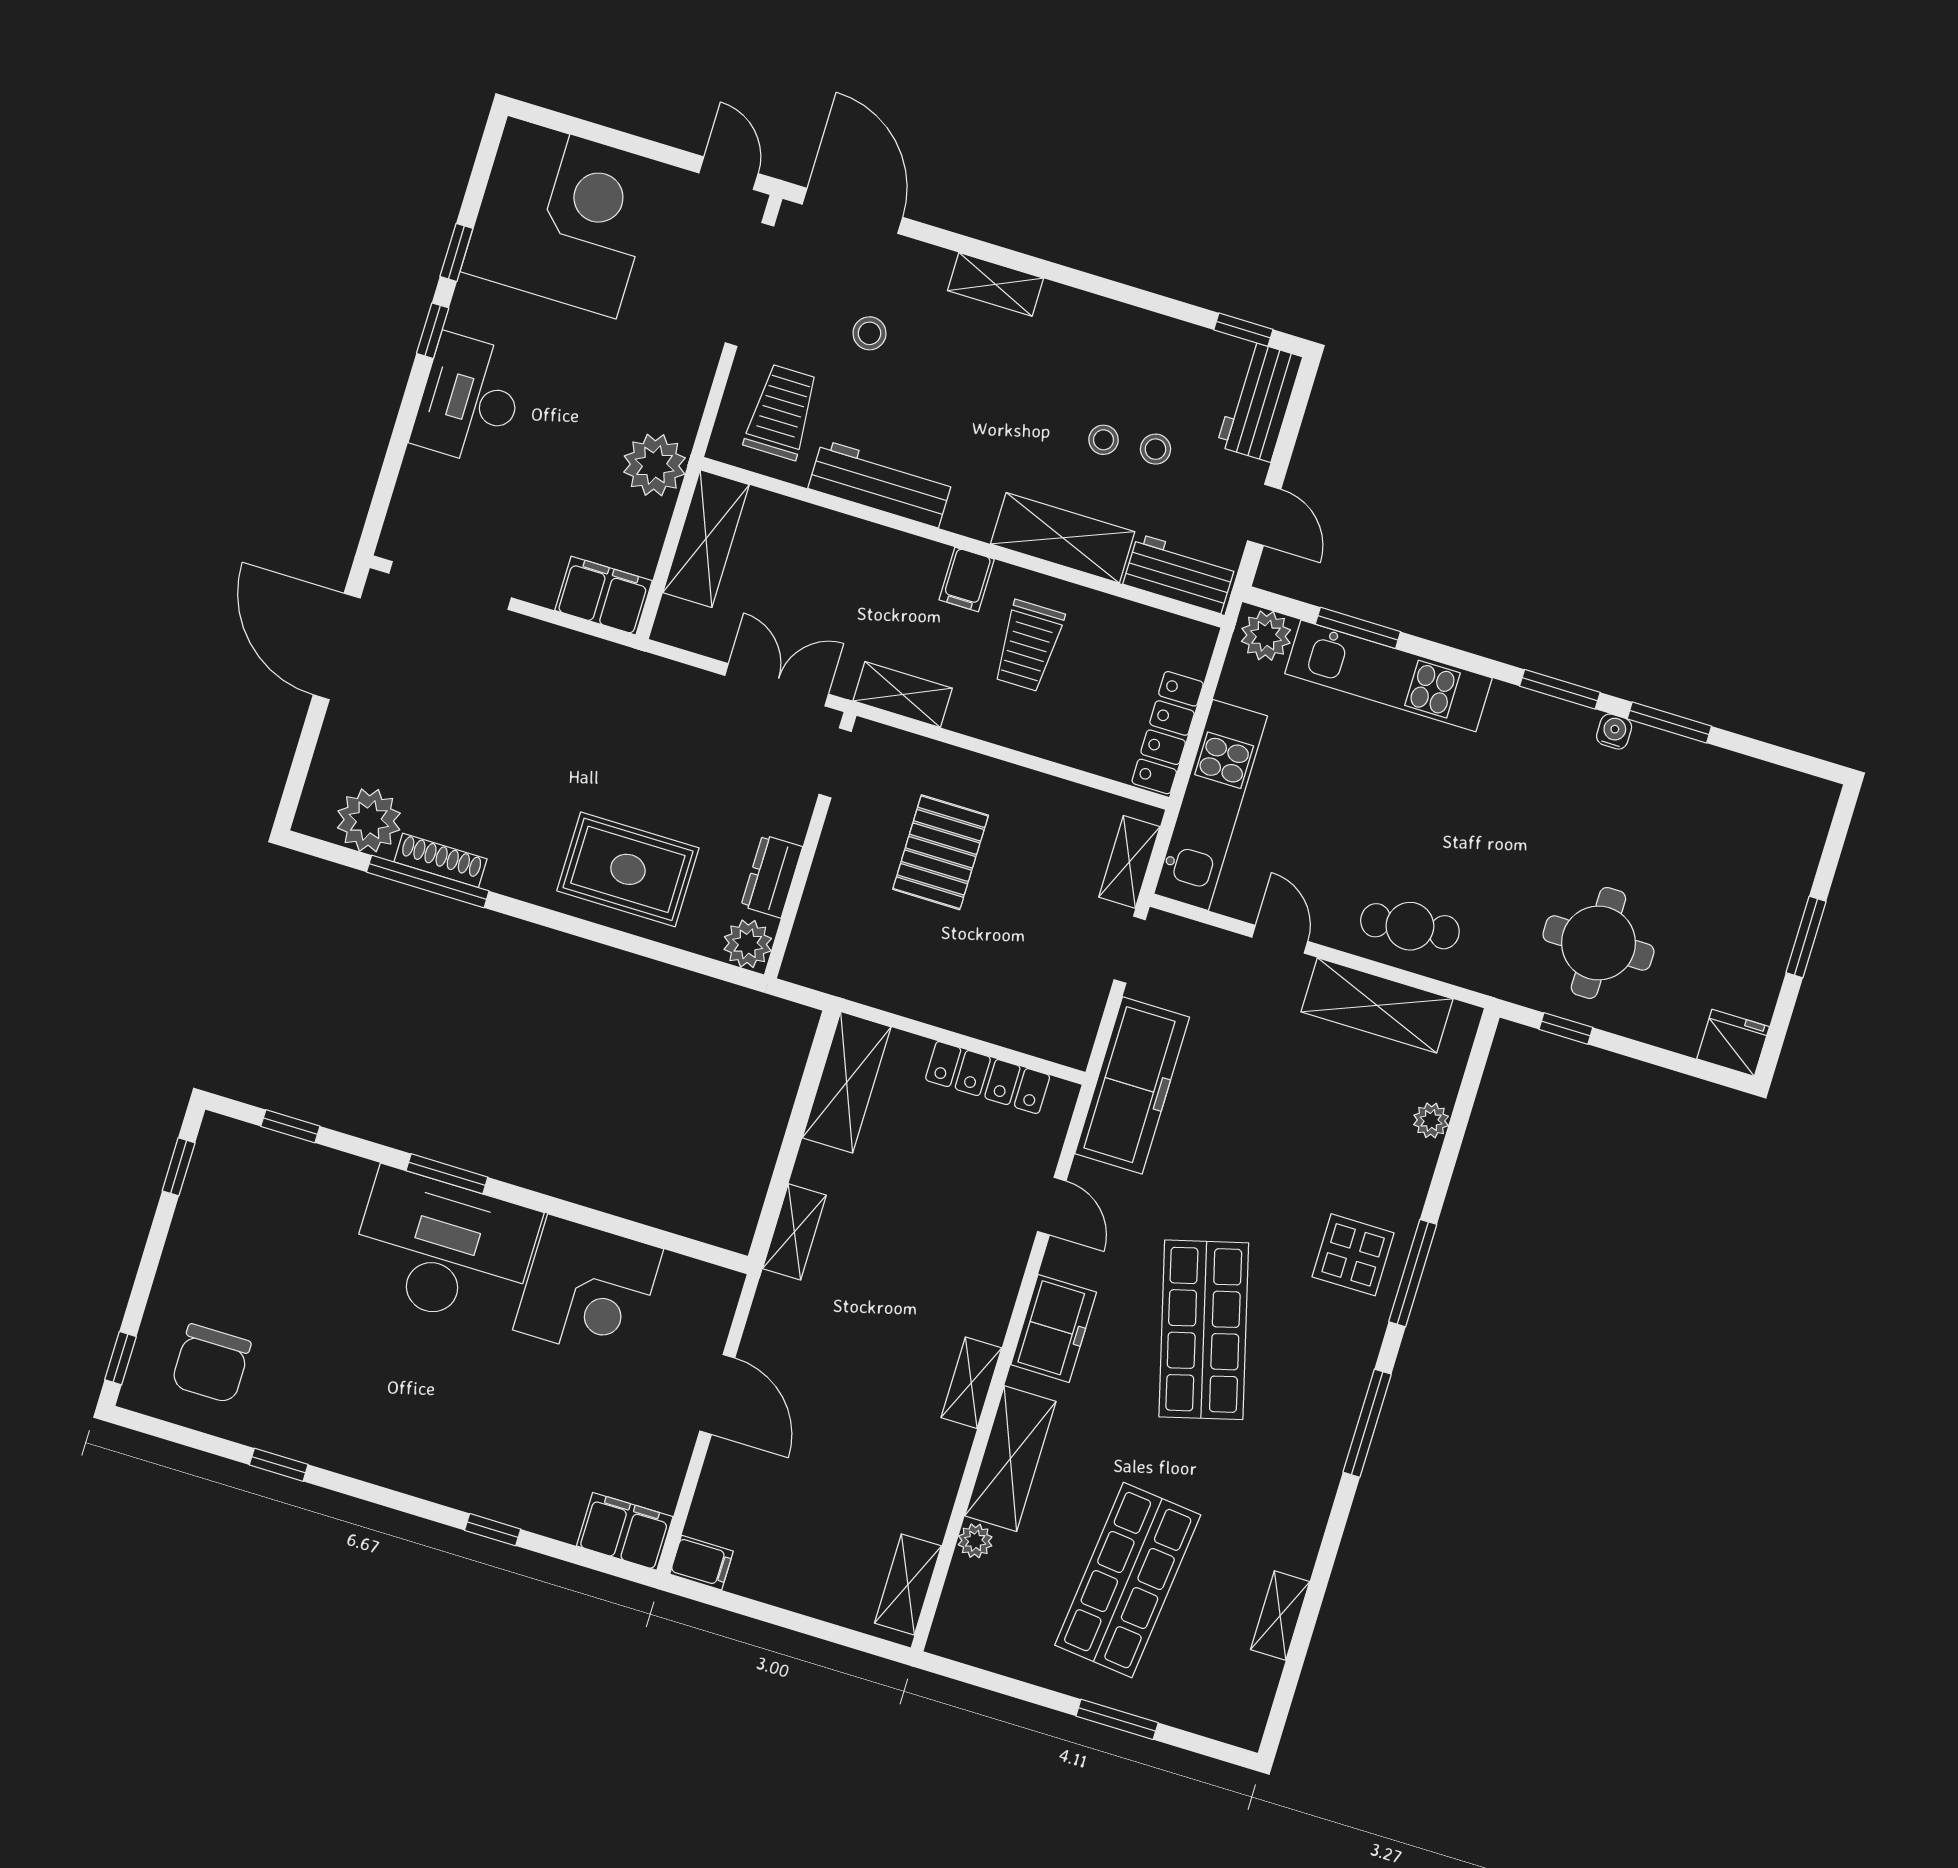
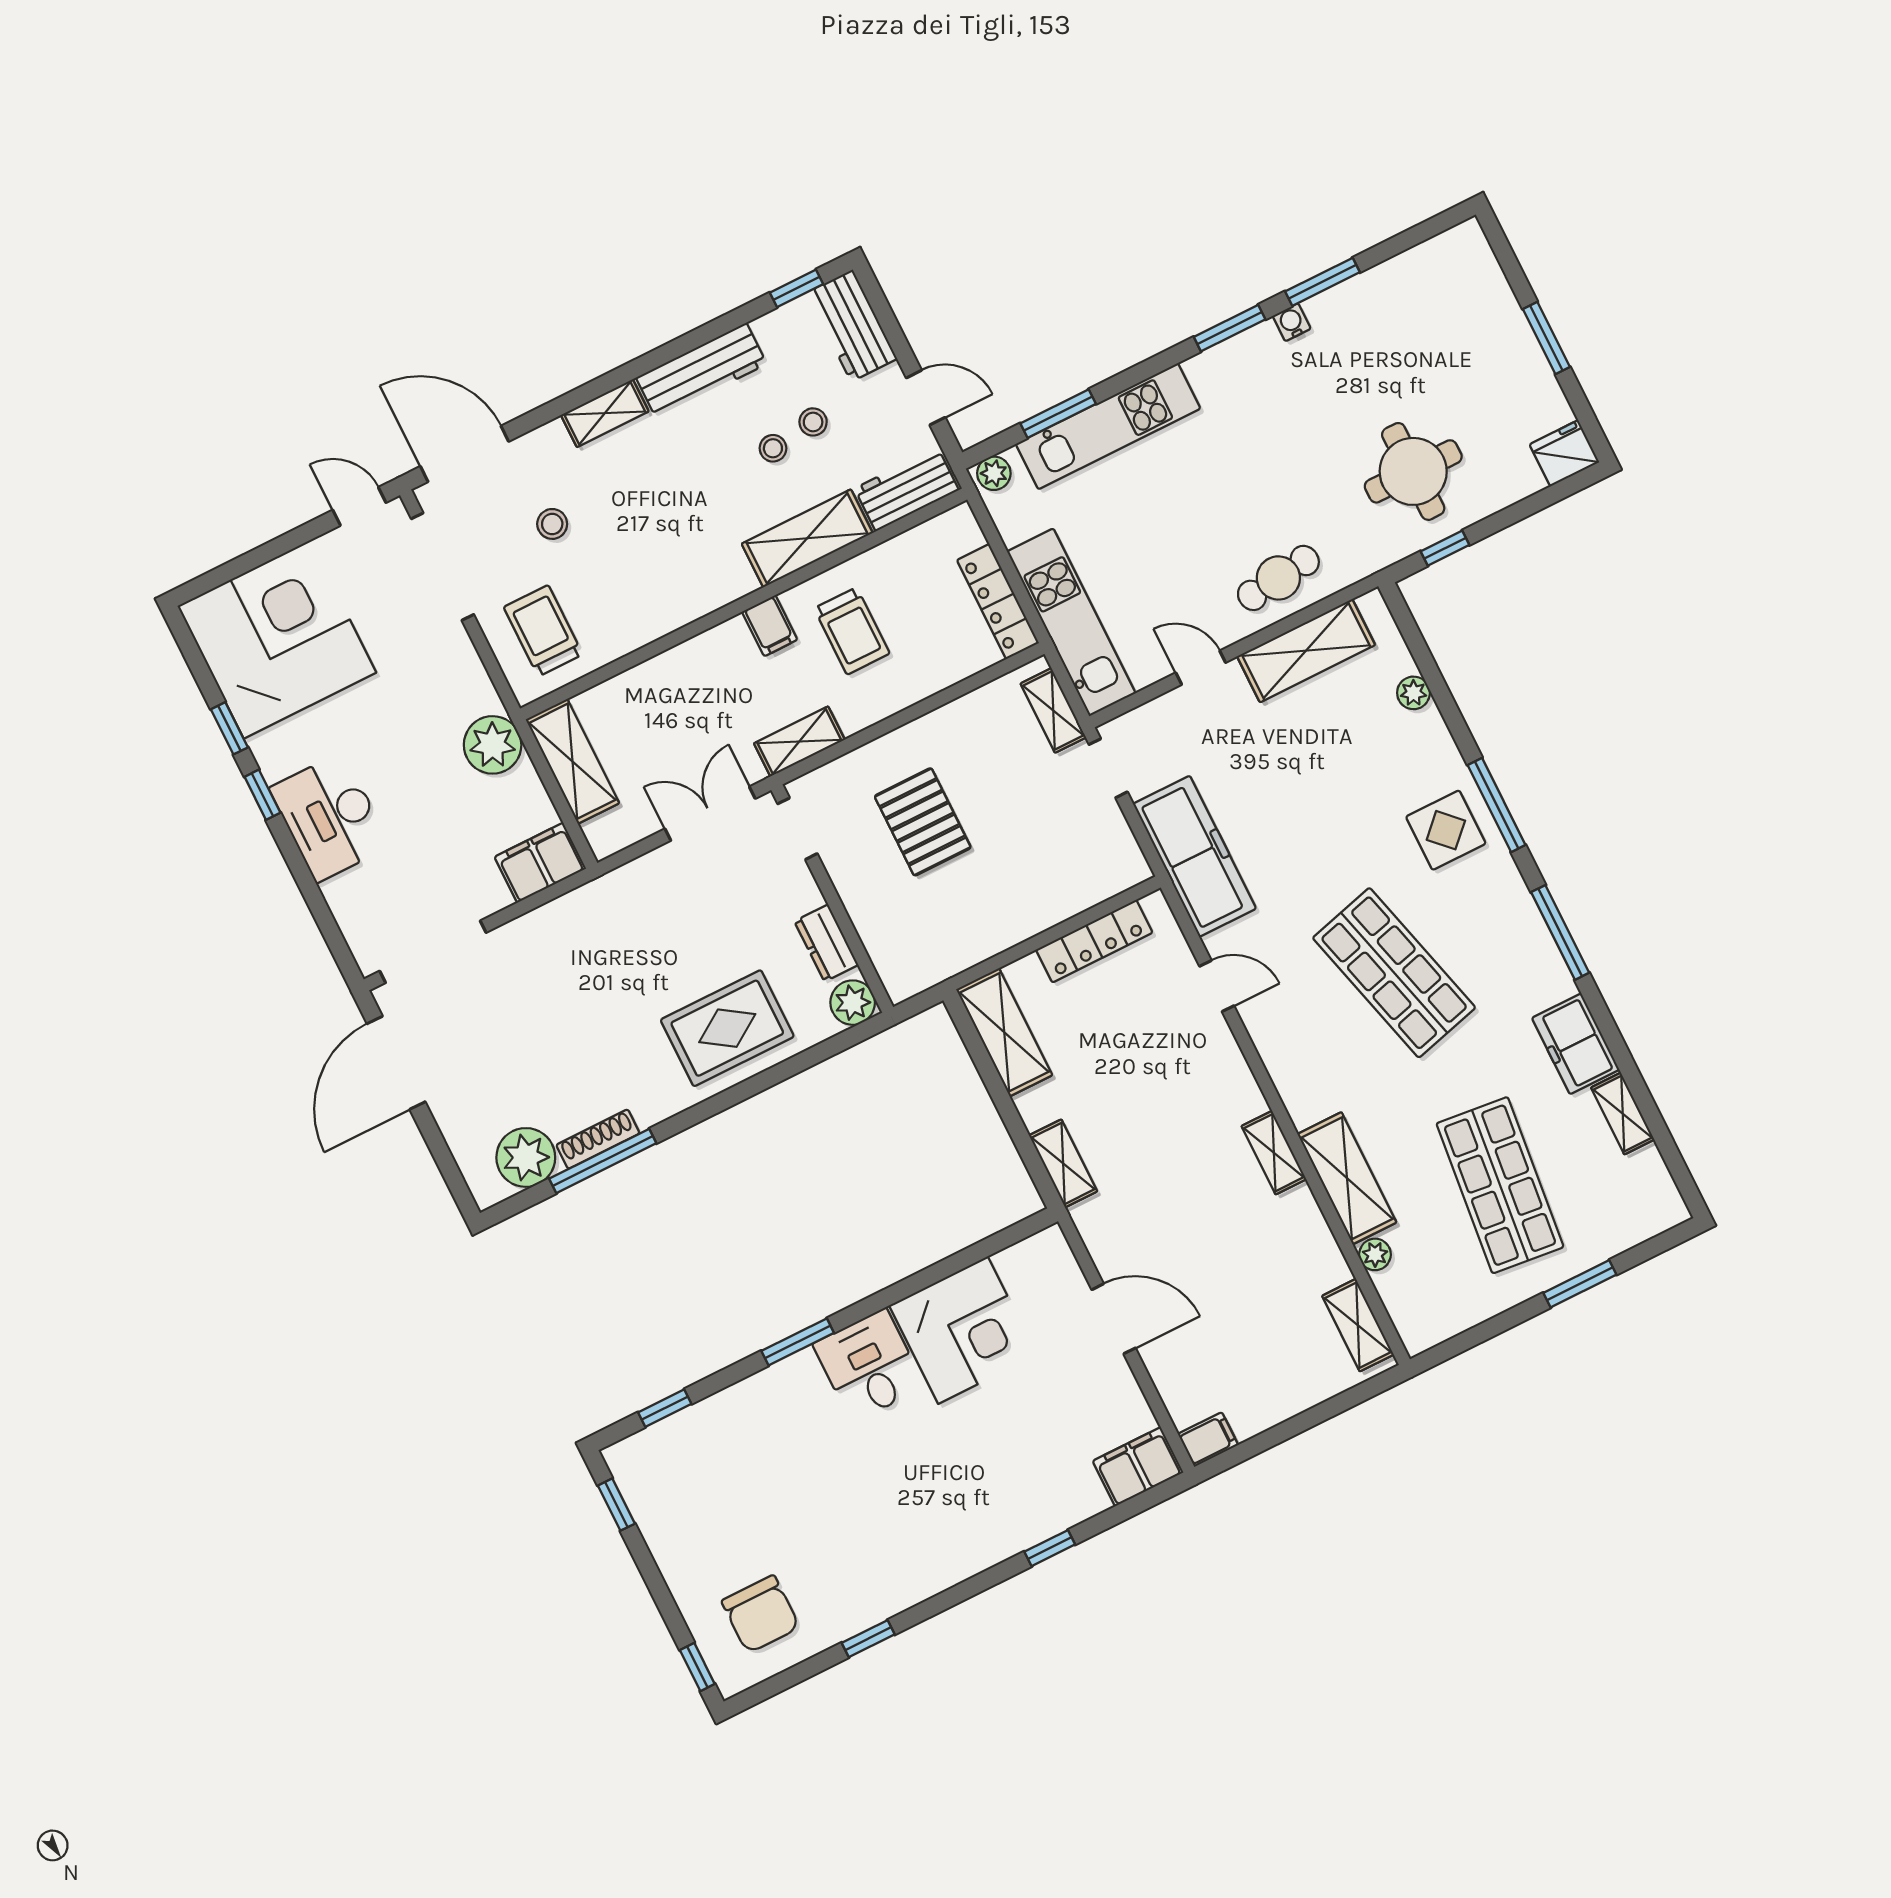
workbench: (880, 484) -> (701, 371), moved, turned 180
plant: (1266, 636) -> (994, 473), width x0.73, depth x0.73
door: (337, 646) -> (396, 1063), hinge flipped
desk: (444, 1249) -> (869, 1365), width x0.53, depth x0.77
freezer: (1054, 1328) -> (1576, 1044), moved, turned 180

